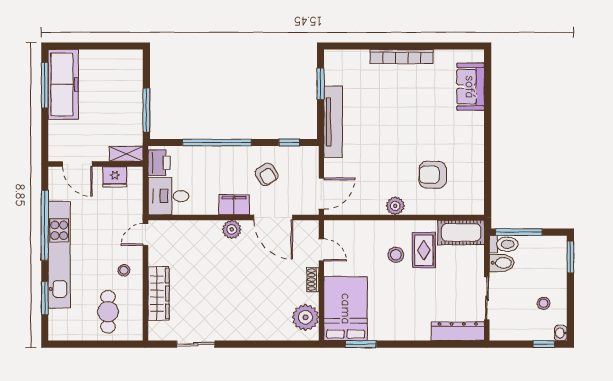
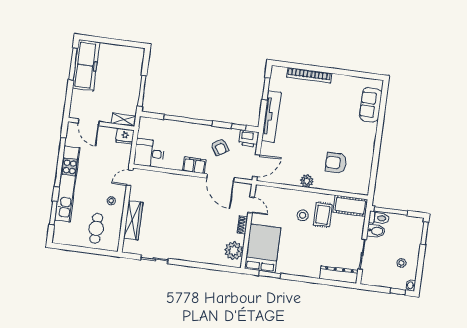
bookcase: (402, 57) -> (309, 75), moved
printer: (159, 163) -> (249, 138), moved, turned 90
fridge: (115, 177) -> (125, 136), moved
plant: (232, 229) -> (190, 182), removed

